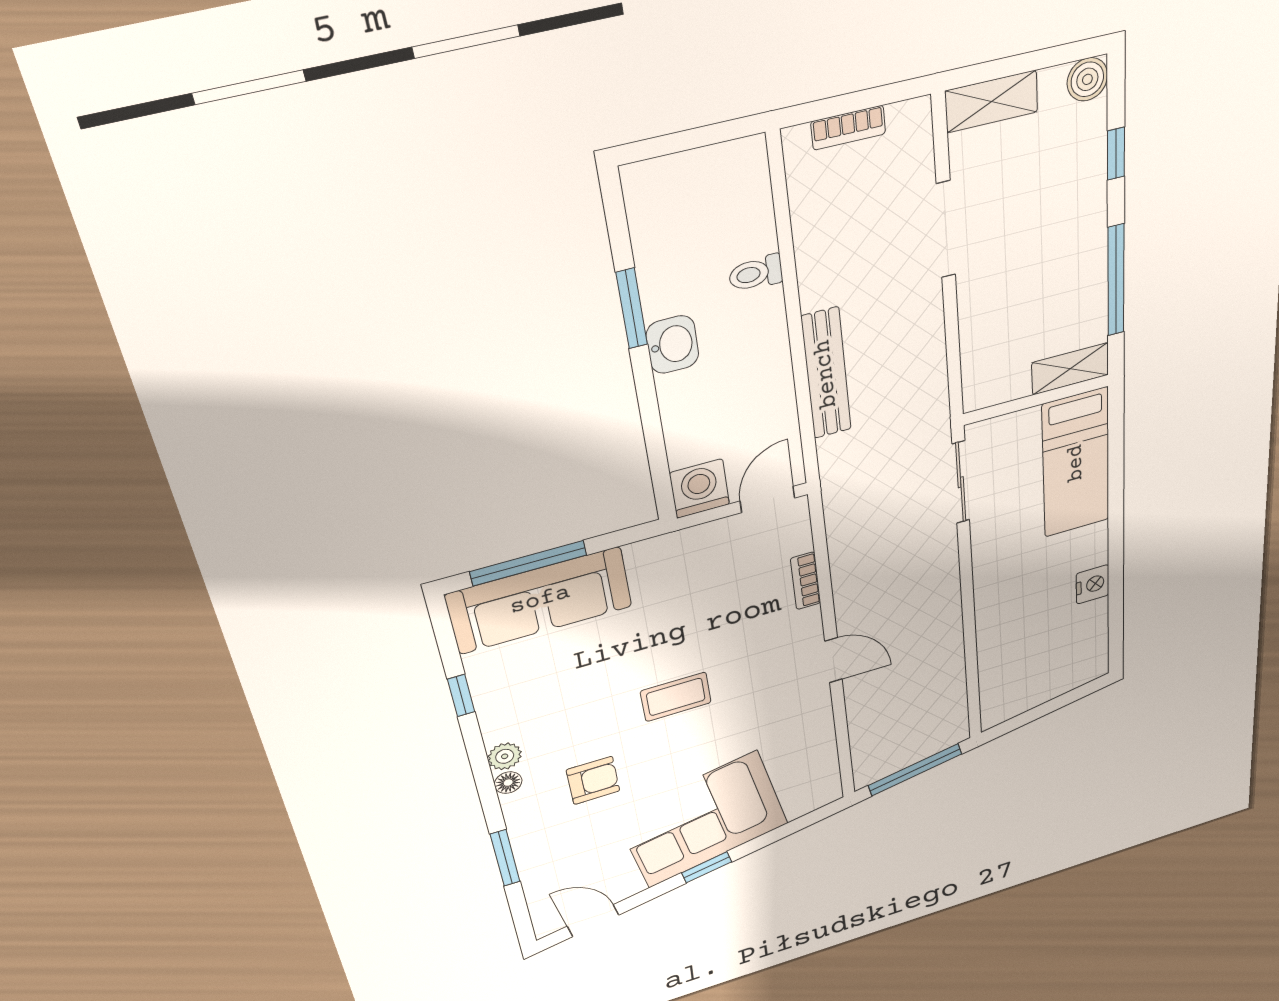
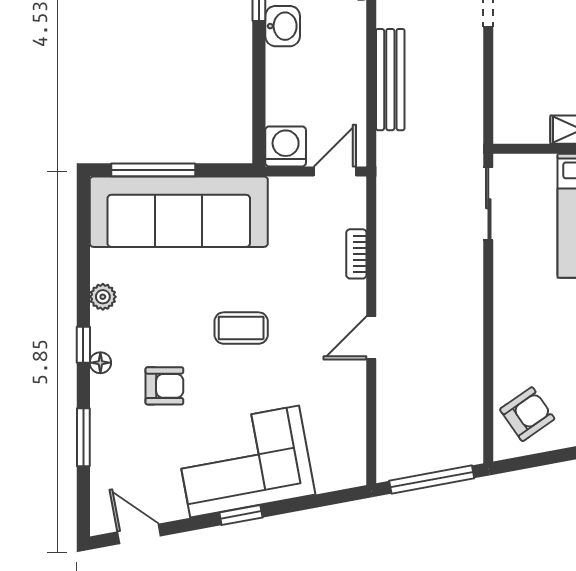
sofa: (540, 600) -> (179, 212), width x1.36, depth x1.27
door: (833, 660) -> (371, 338), swing flipped
armchair: (1016, 679) -> (527, 414), added
window: (461, 696) -> (83, 345), moved
plant: (505, 756) -> (103, 297), moved

